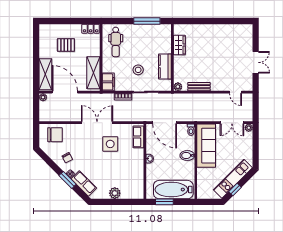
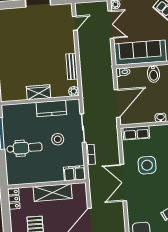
dental chair: (116, 42) -> (24, 148), moved
wardrobe: (179, 45) -> (39, 92), moved
shelving: (93, 73) -> (53, 192), moved

